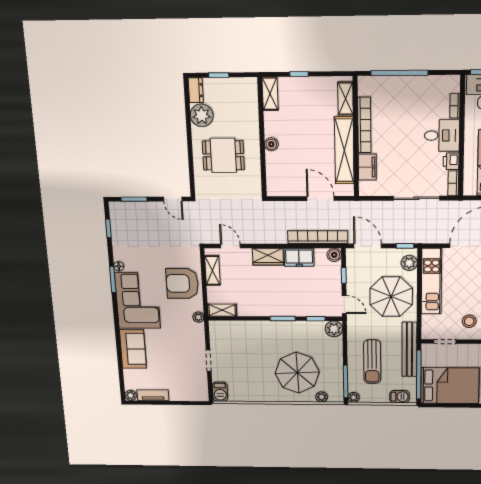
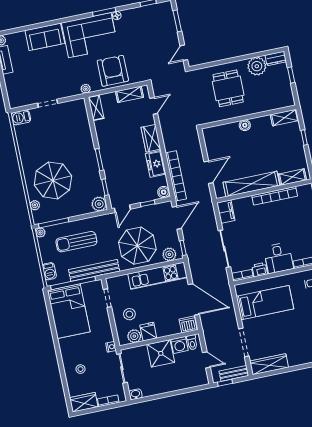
filing cabinet: (367, 167) -> (226, 212), moved, turned -90

